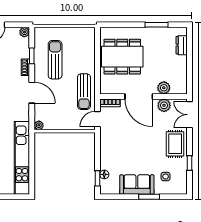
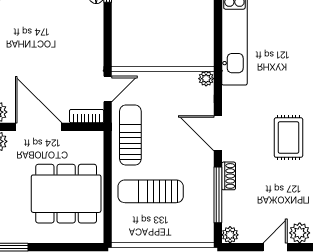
window: (32, 56) -> (218, 195), width x2.17
sun lounger: (55, 60) -> (151, 191), moved, turned 90

